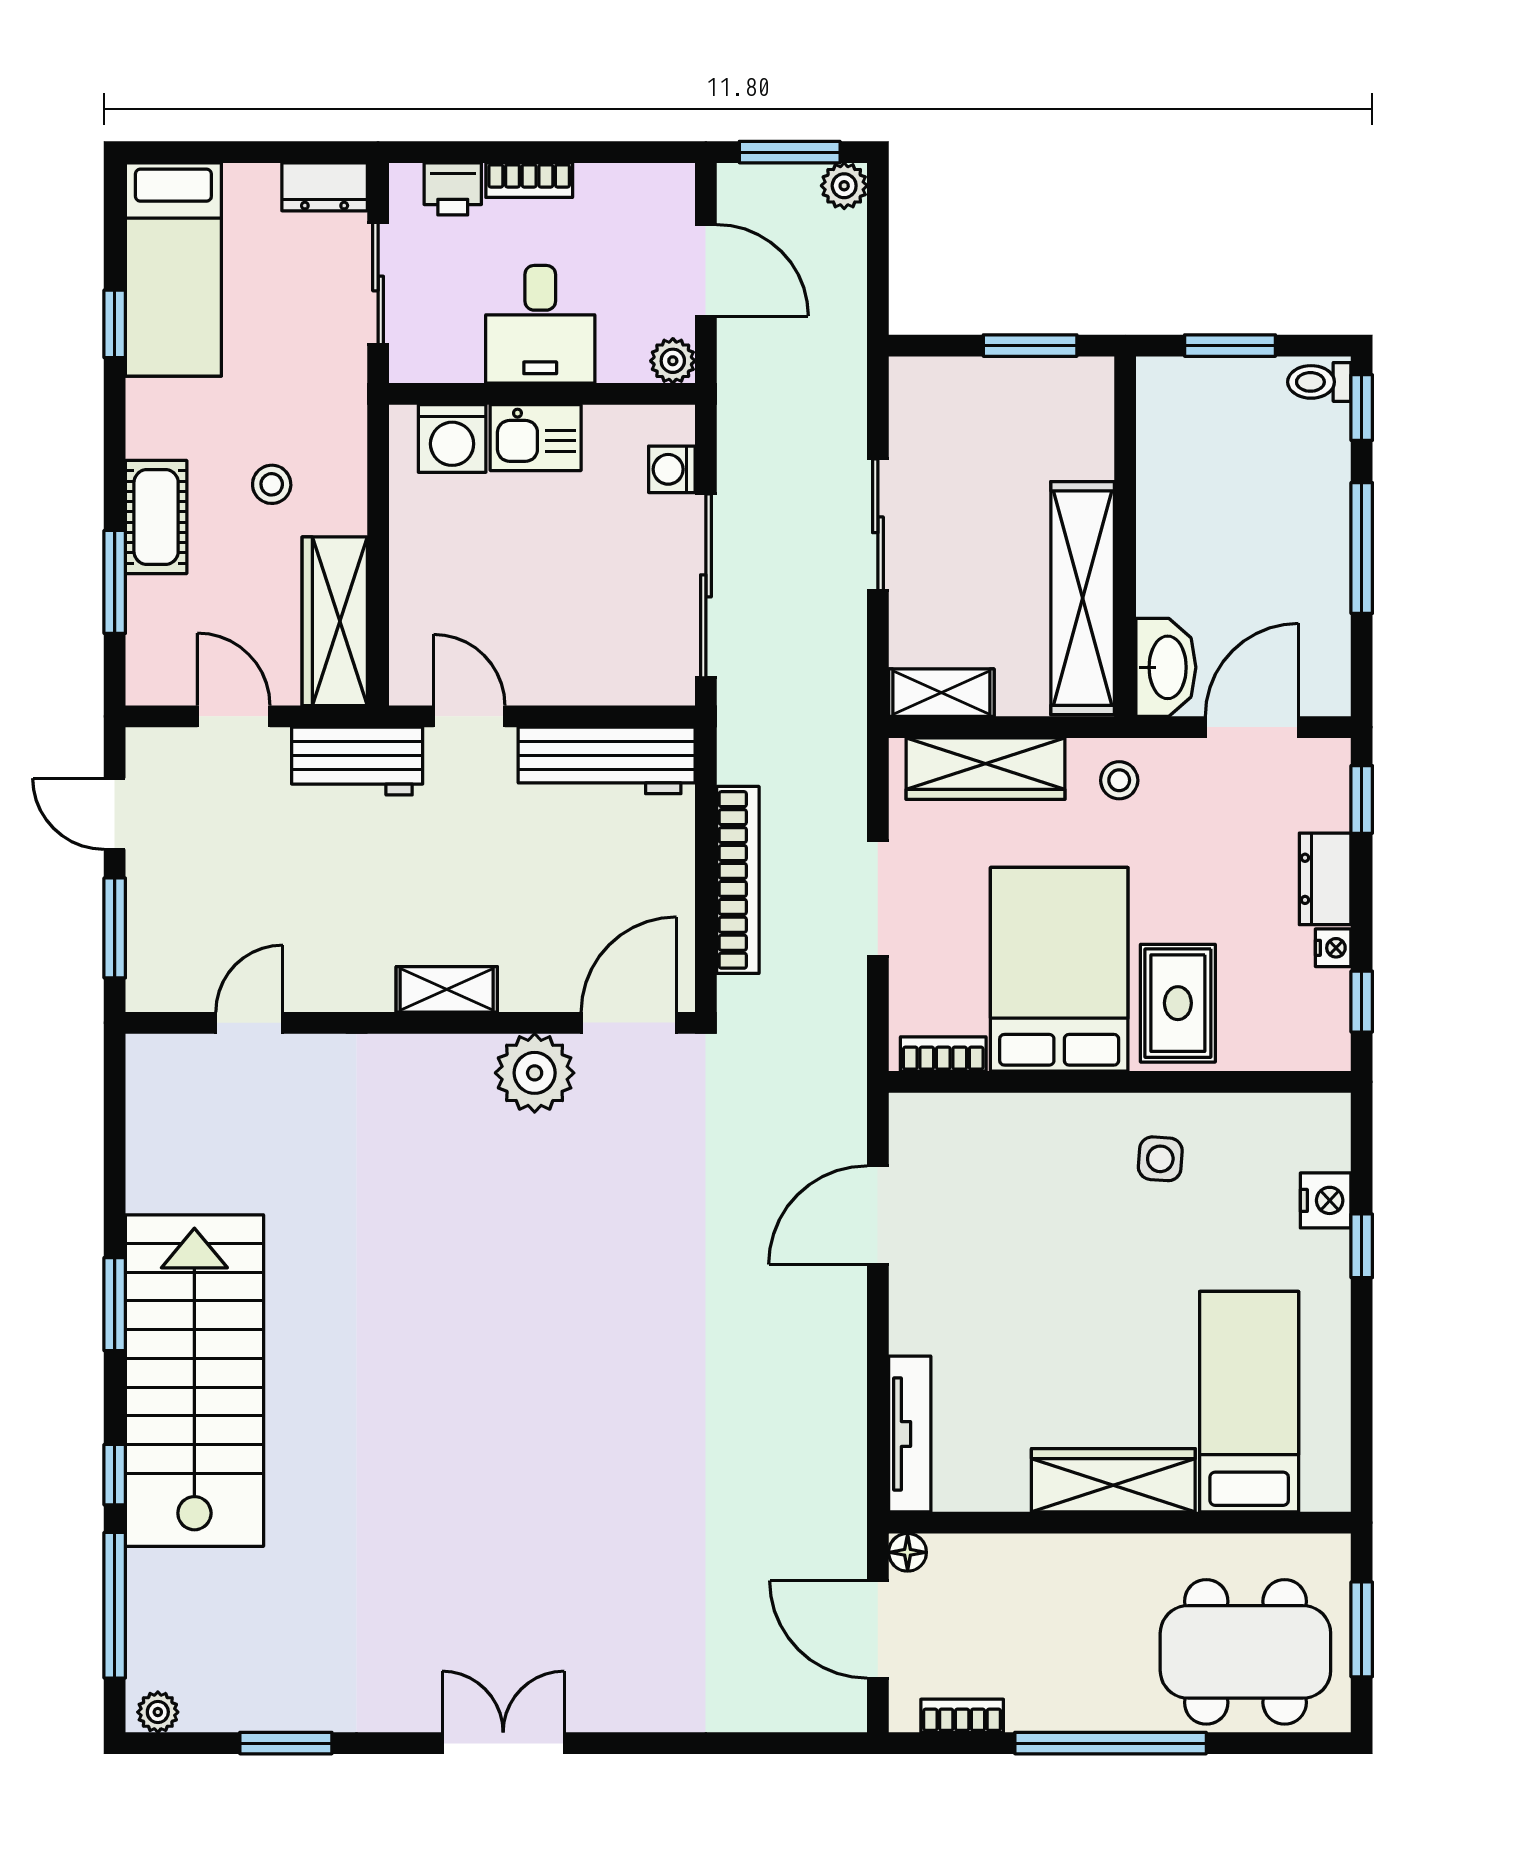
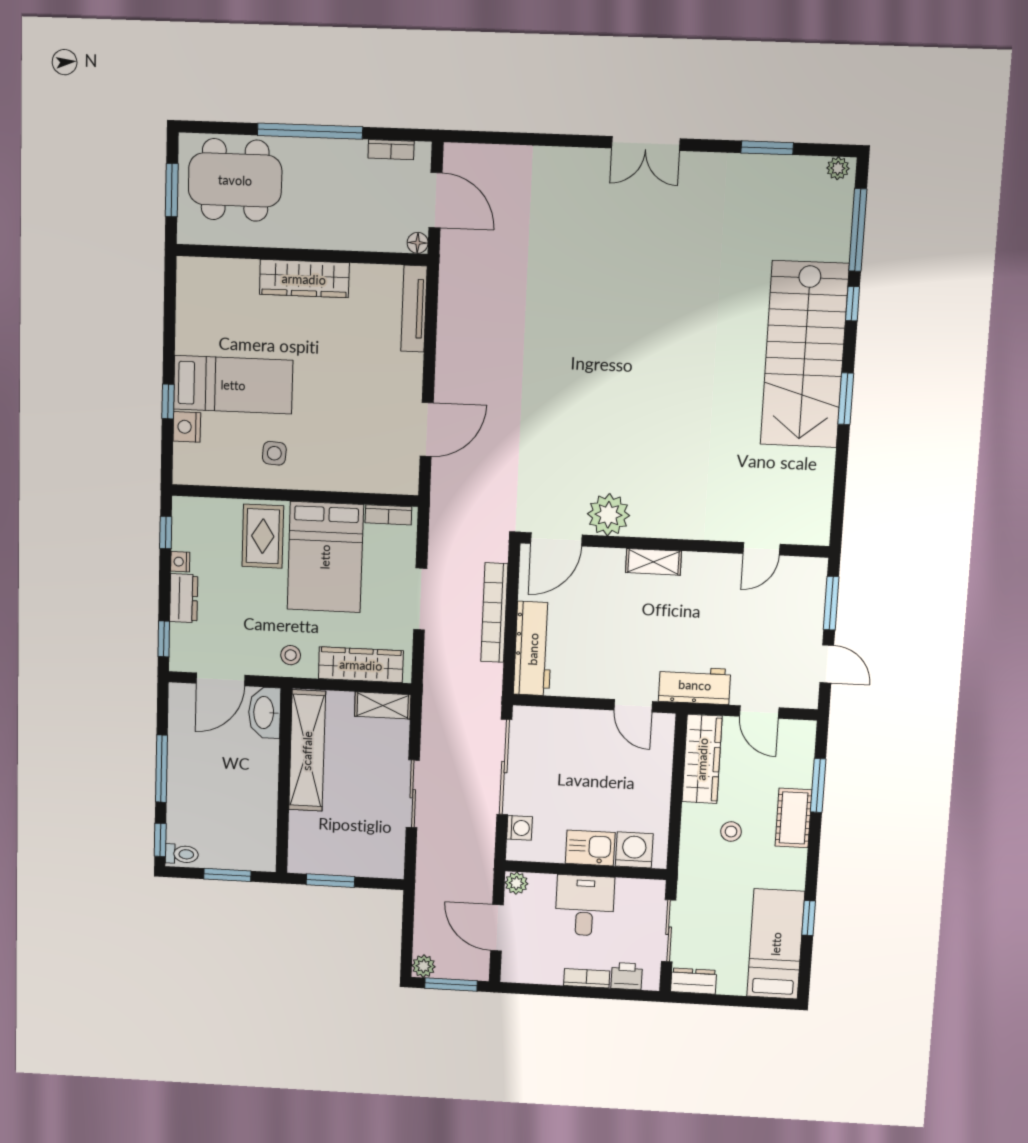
workbench: (607, 760) -> (533, 649), moved, turned 90
bed: (1249, 1402) -> (233, 385), moved, turned -90

